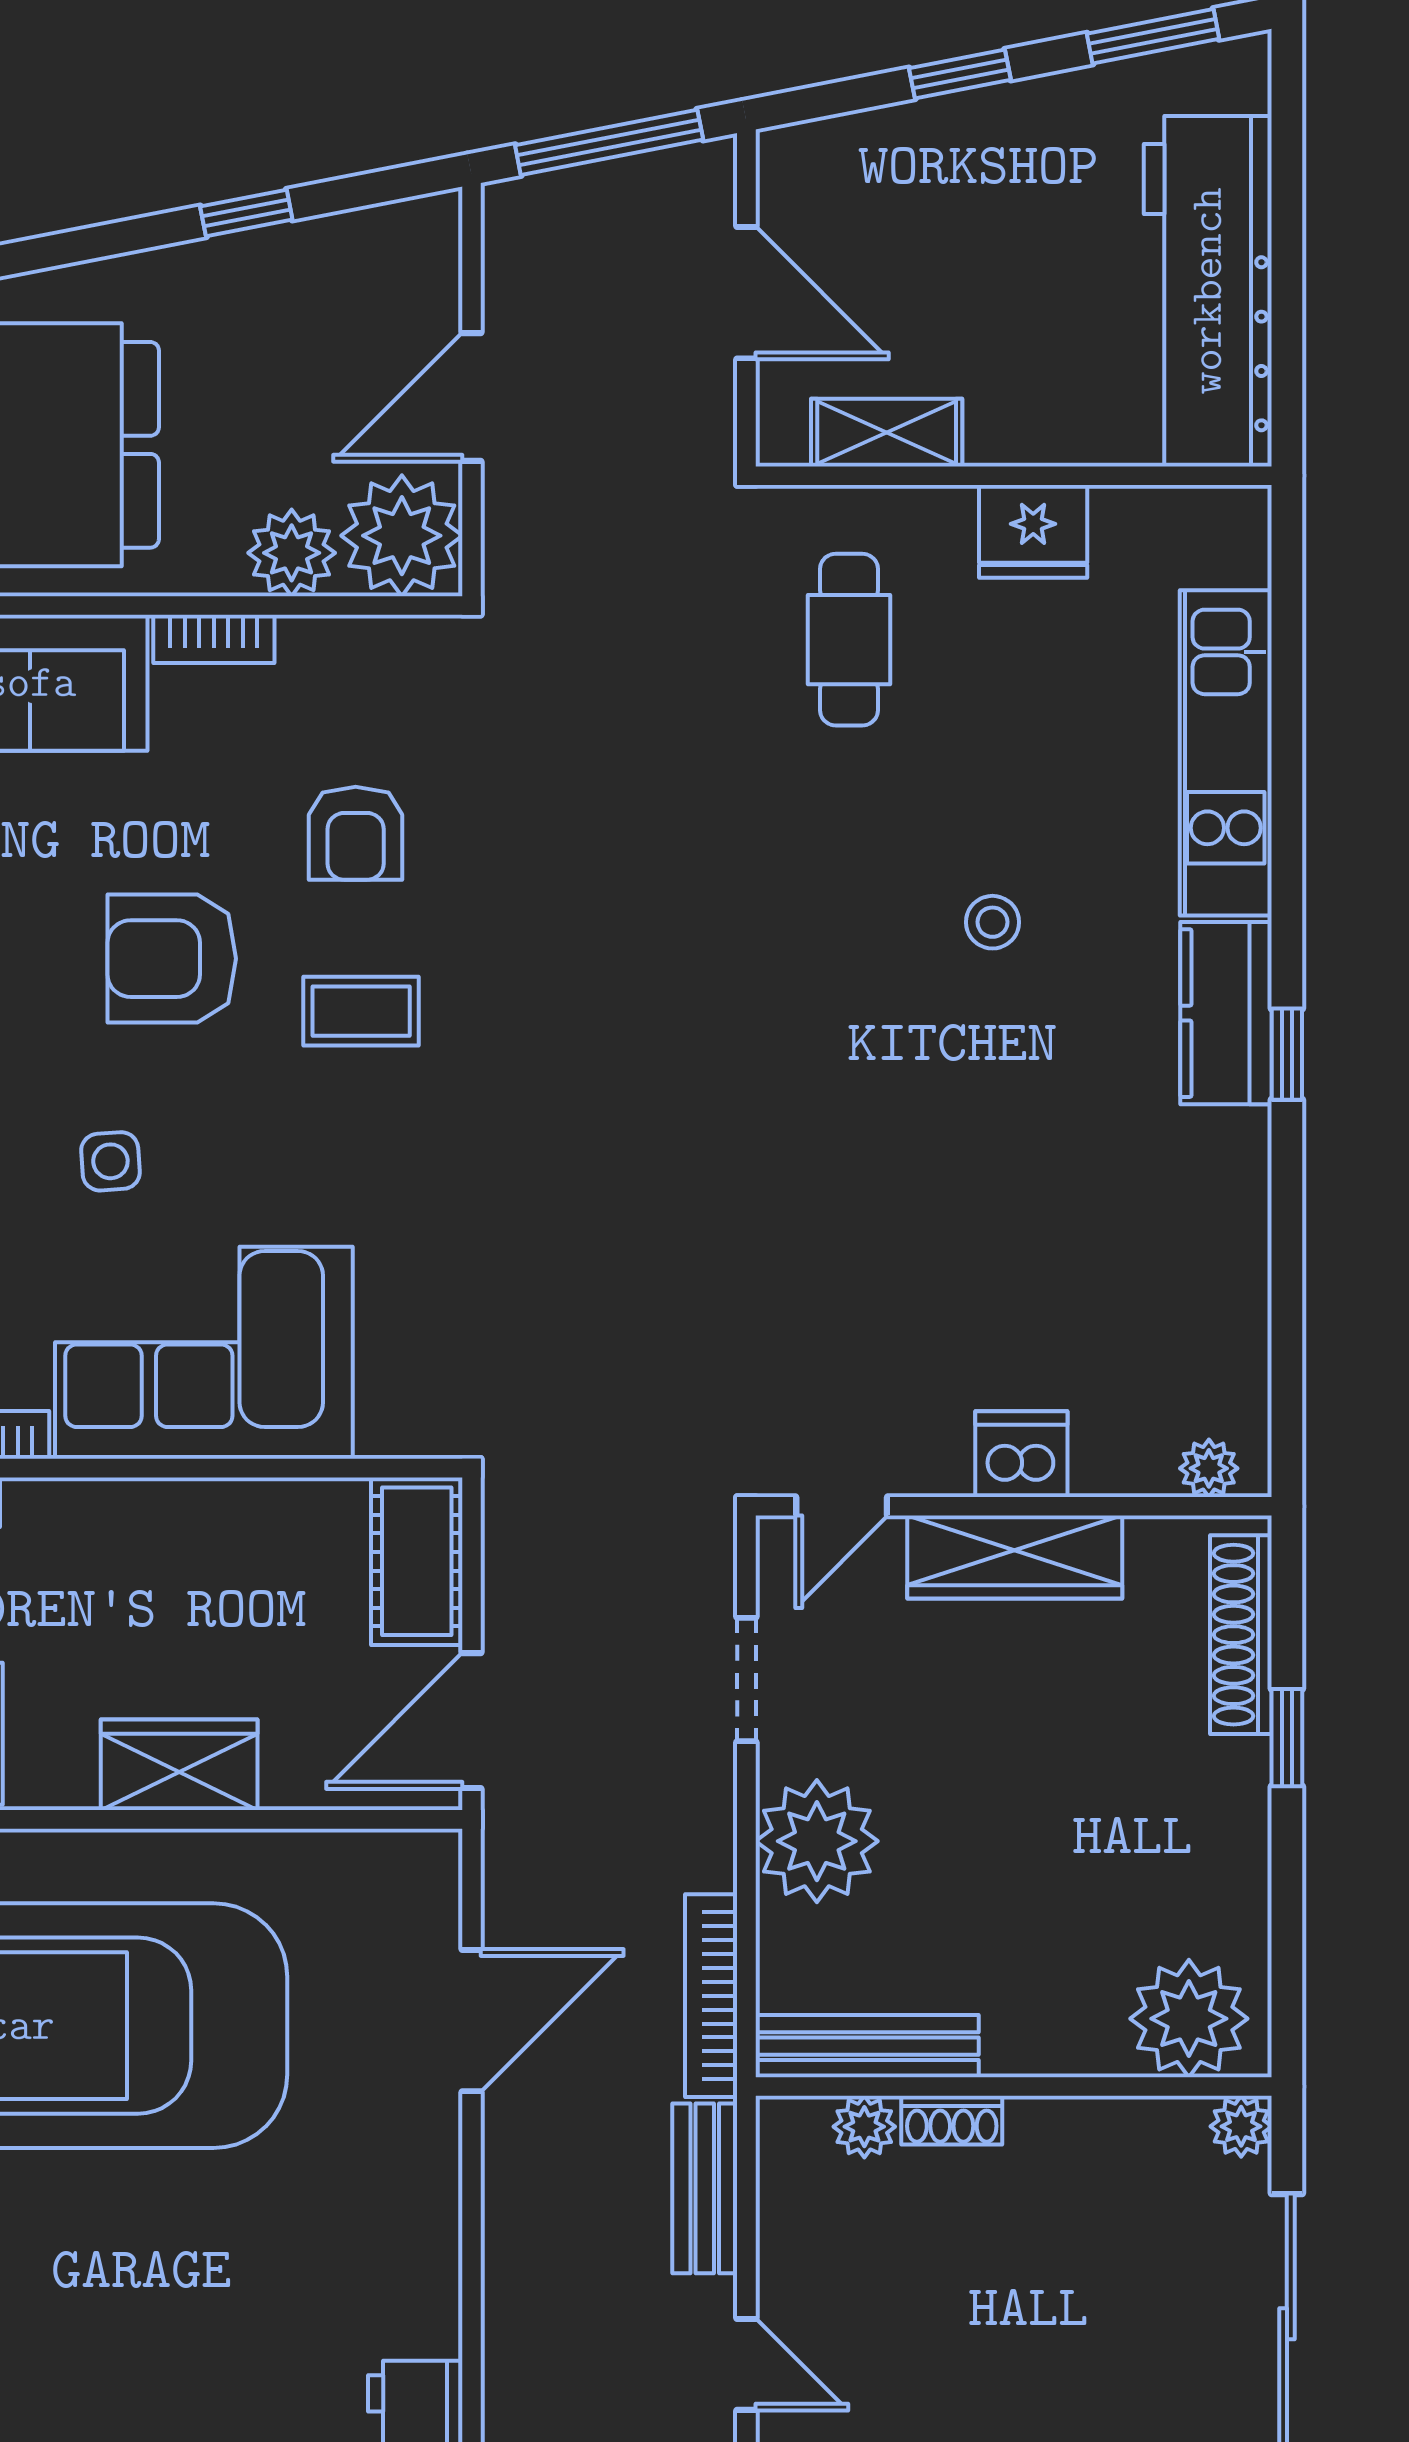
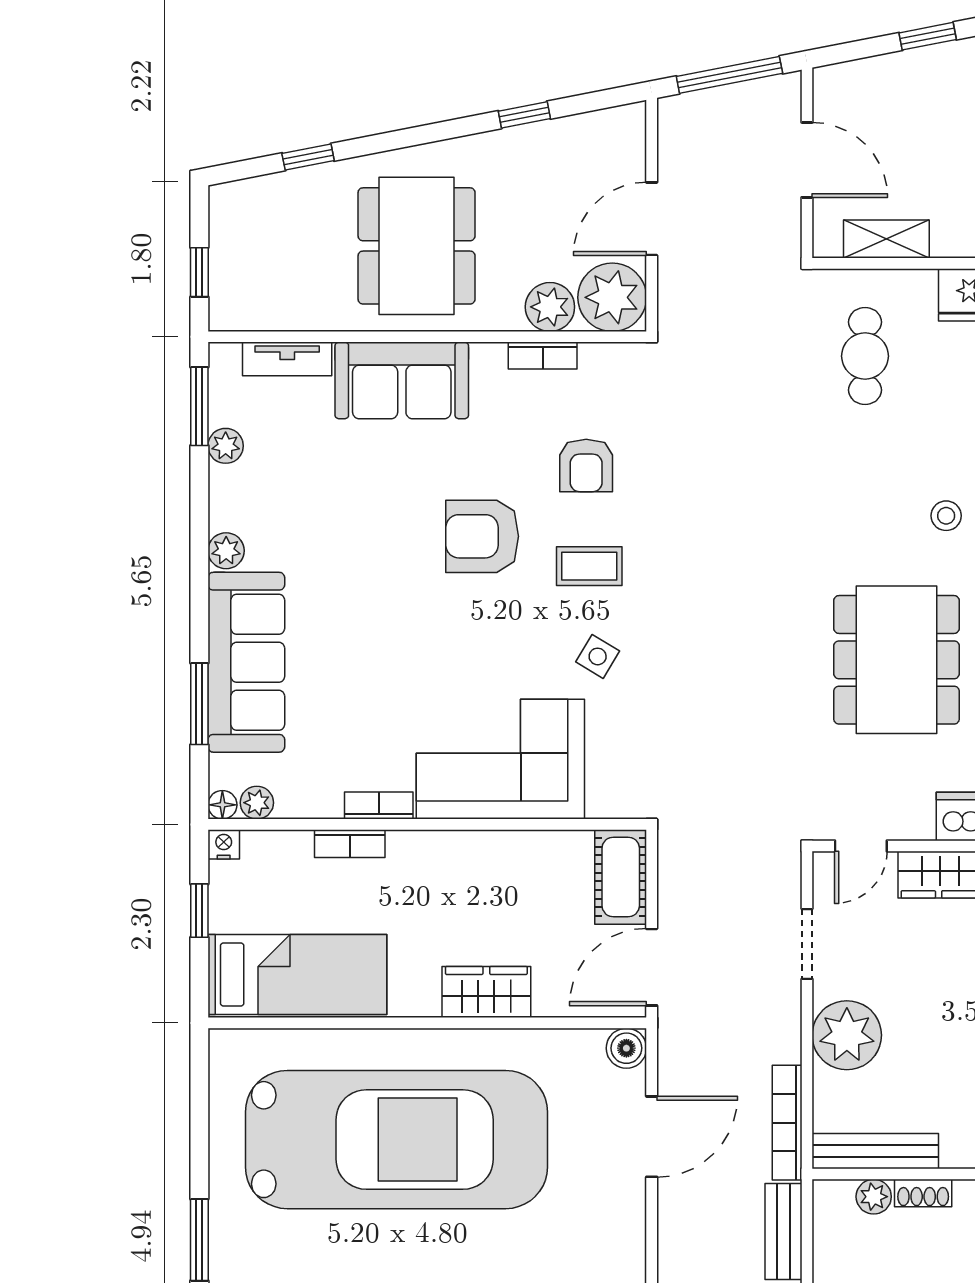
bookcase: (214, 639) -> (543, 356), moved
side table: (110, 1161) -> (598, 656), moved, turned 35
dining table: (905, 1177) -> (897, 660), added
boiler: (427, 1864) -> (626, 1048), added

